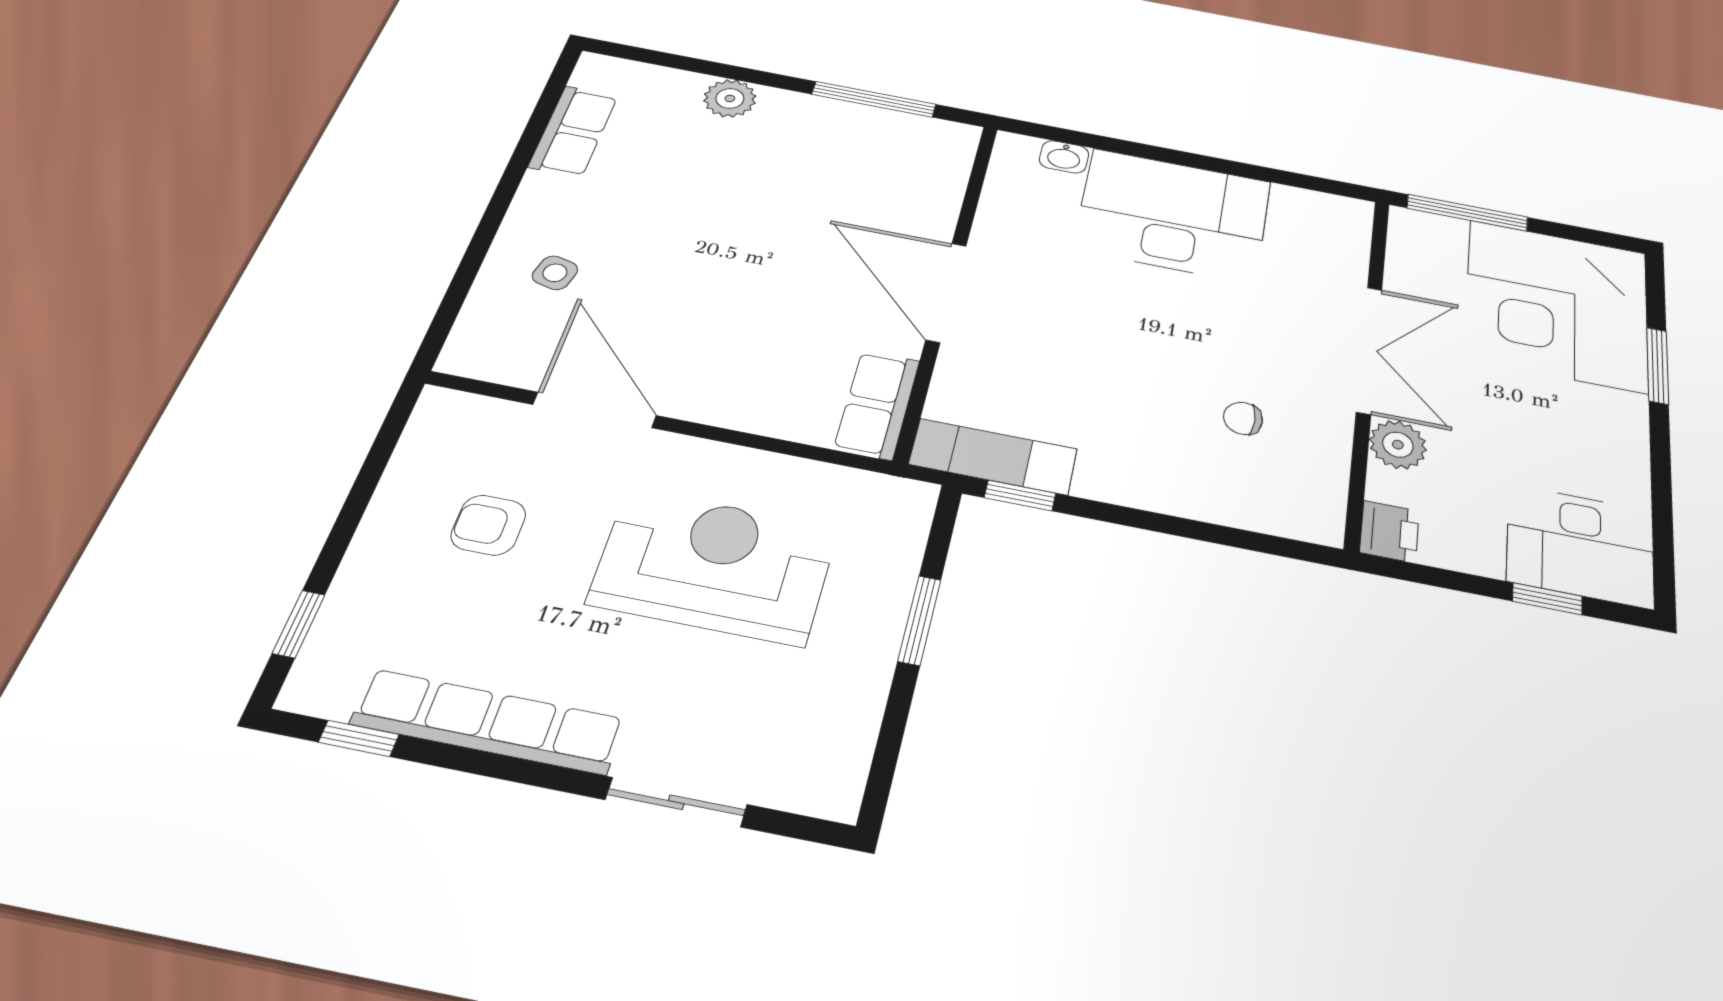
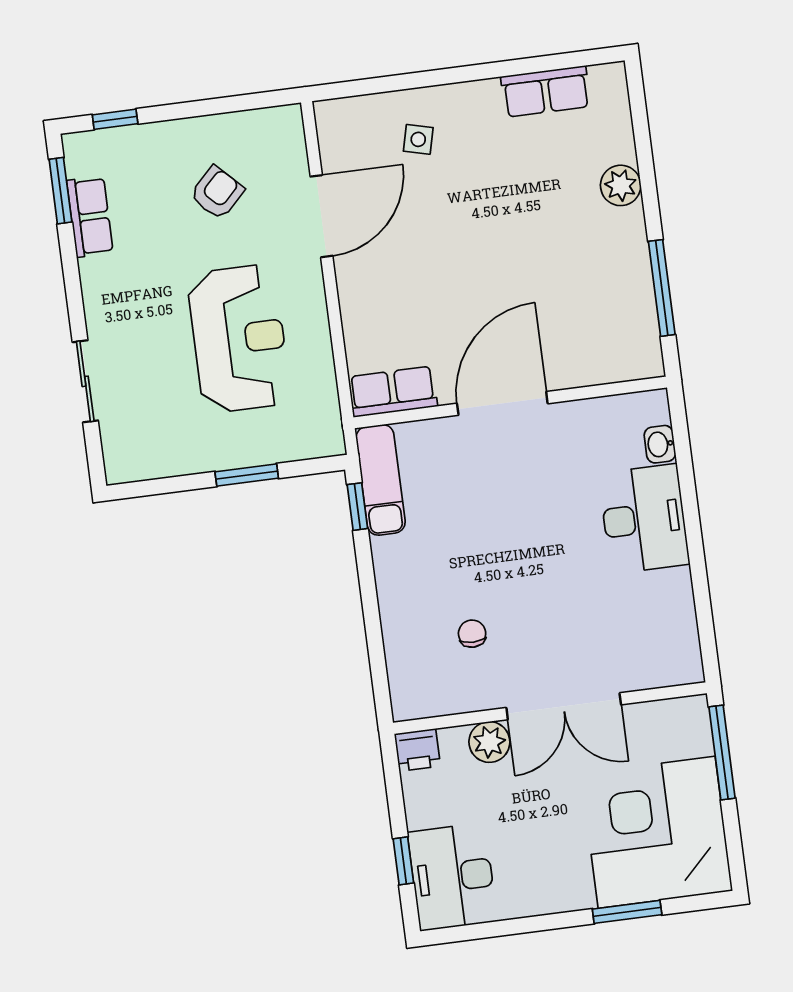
desk: (1173, 215) -> (644, 519), width x0.73, depth x0.77
armchair: (488, 525) -> (217, 193), turned 45
row of seats: (488, 722) -> (90, 217), width x0.50
window: (359, 738) -> (60, 191), width x1.50

